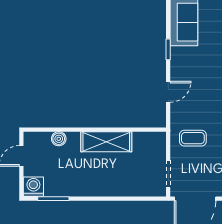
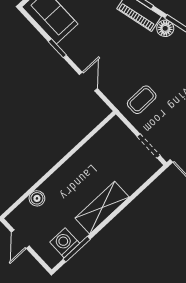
shelving: (106, 142) -> (102, 208), moved
washing machine: (33, 187) -> (65, 243), moved

